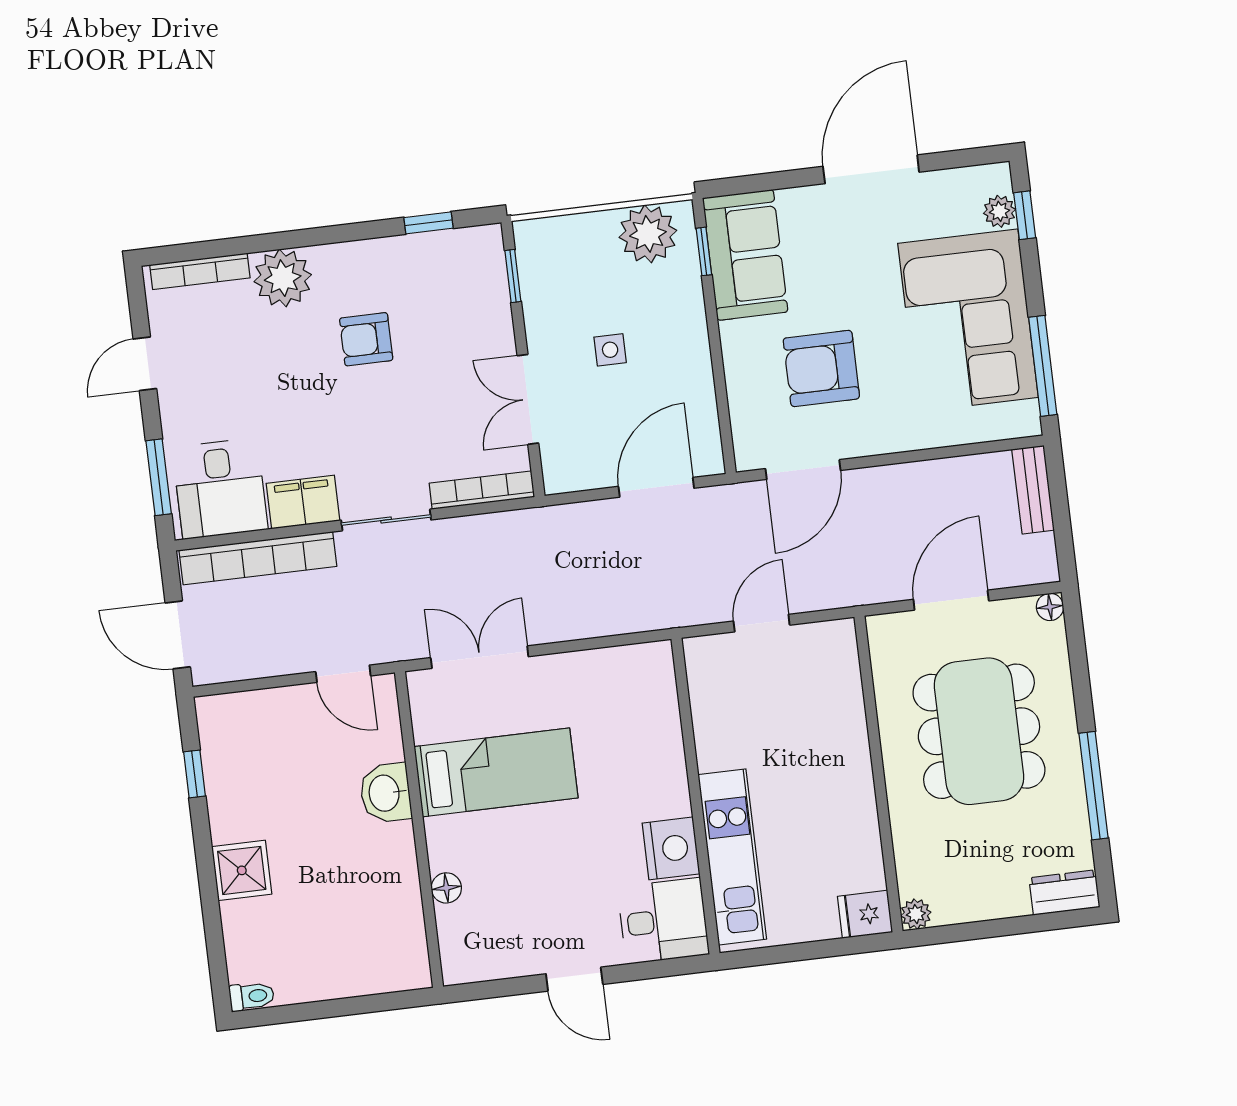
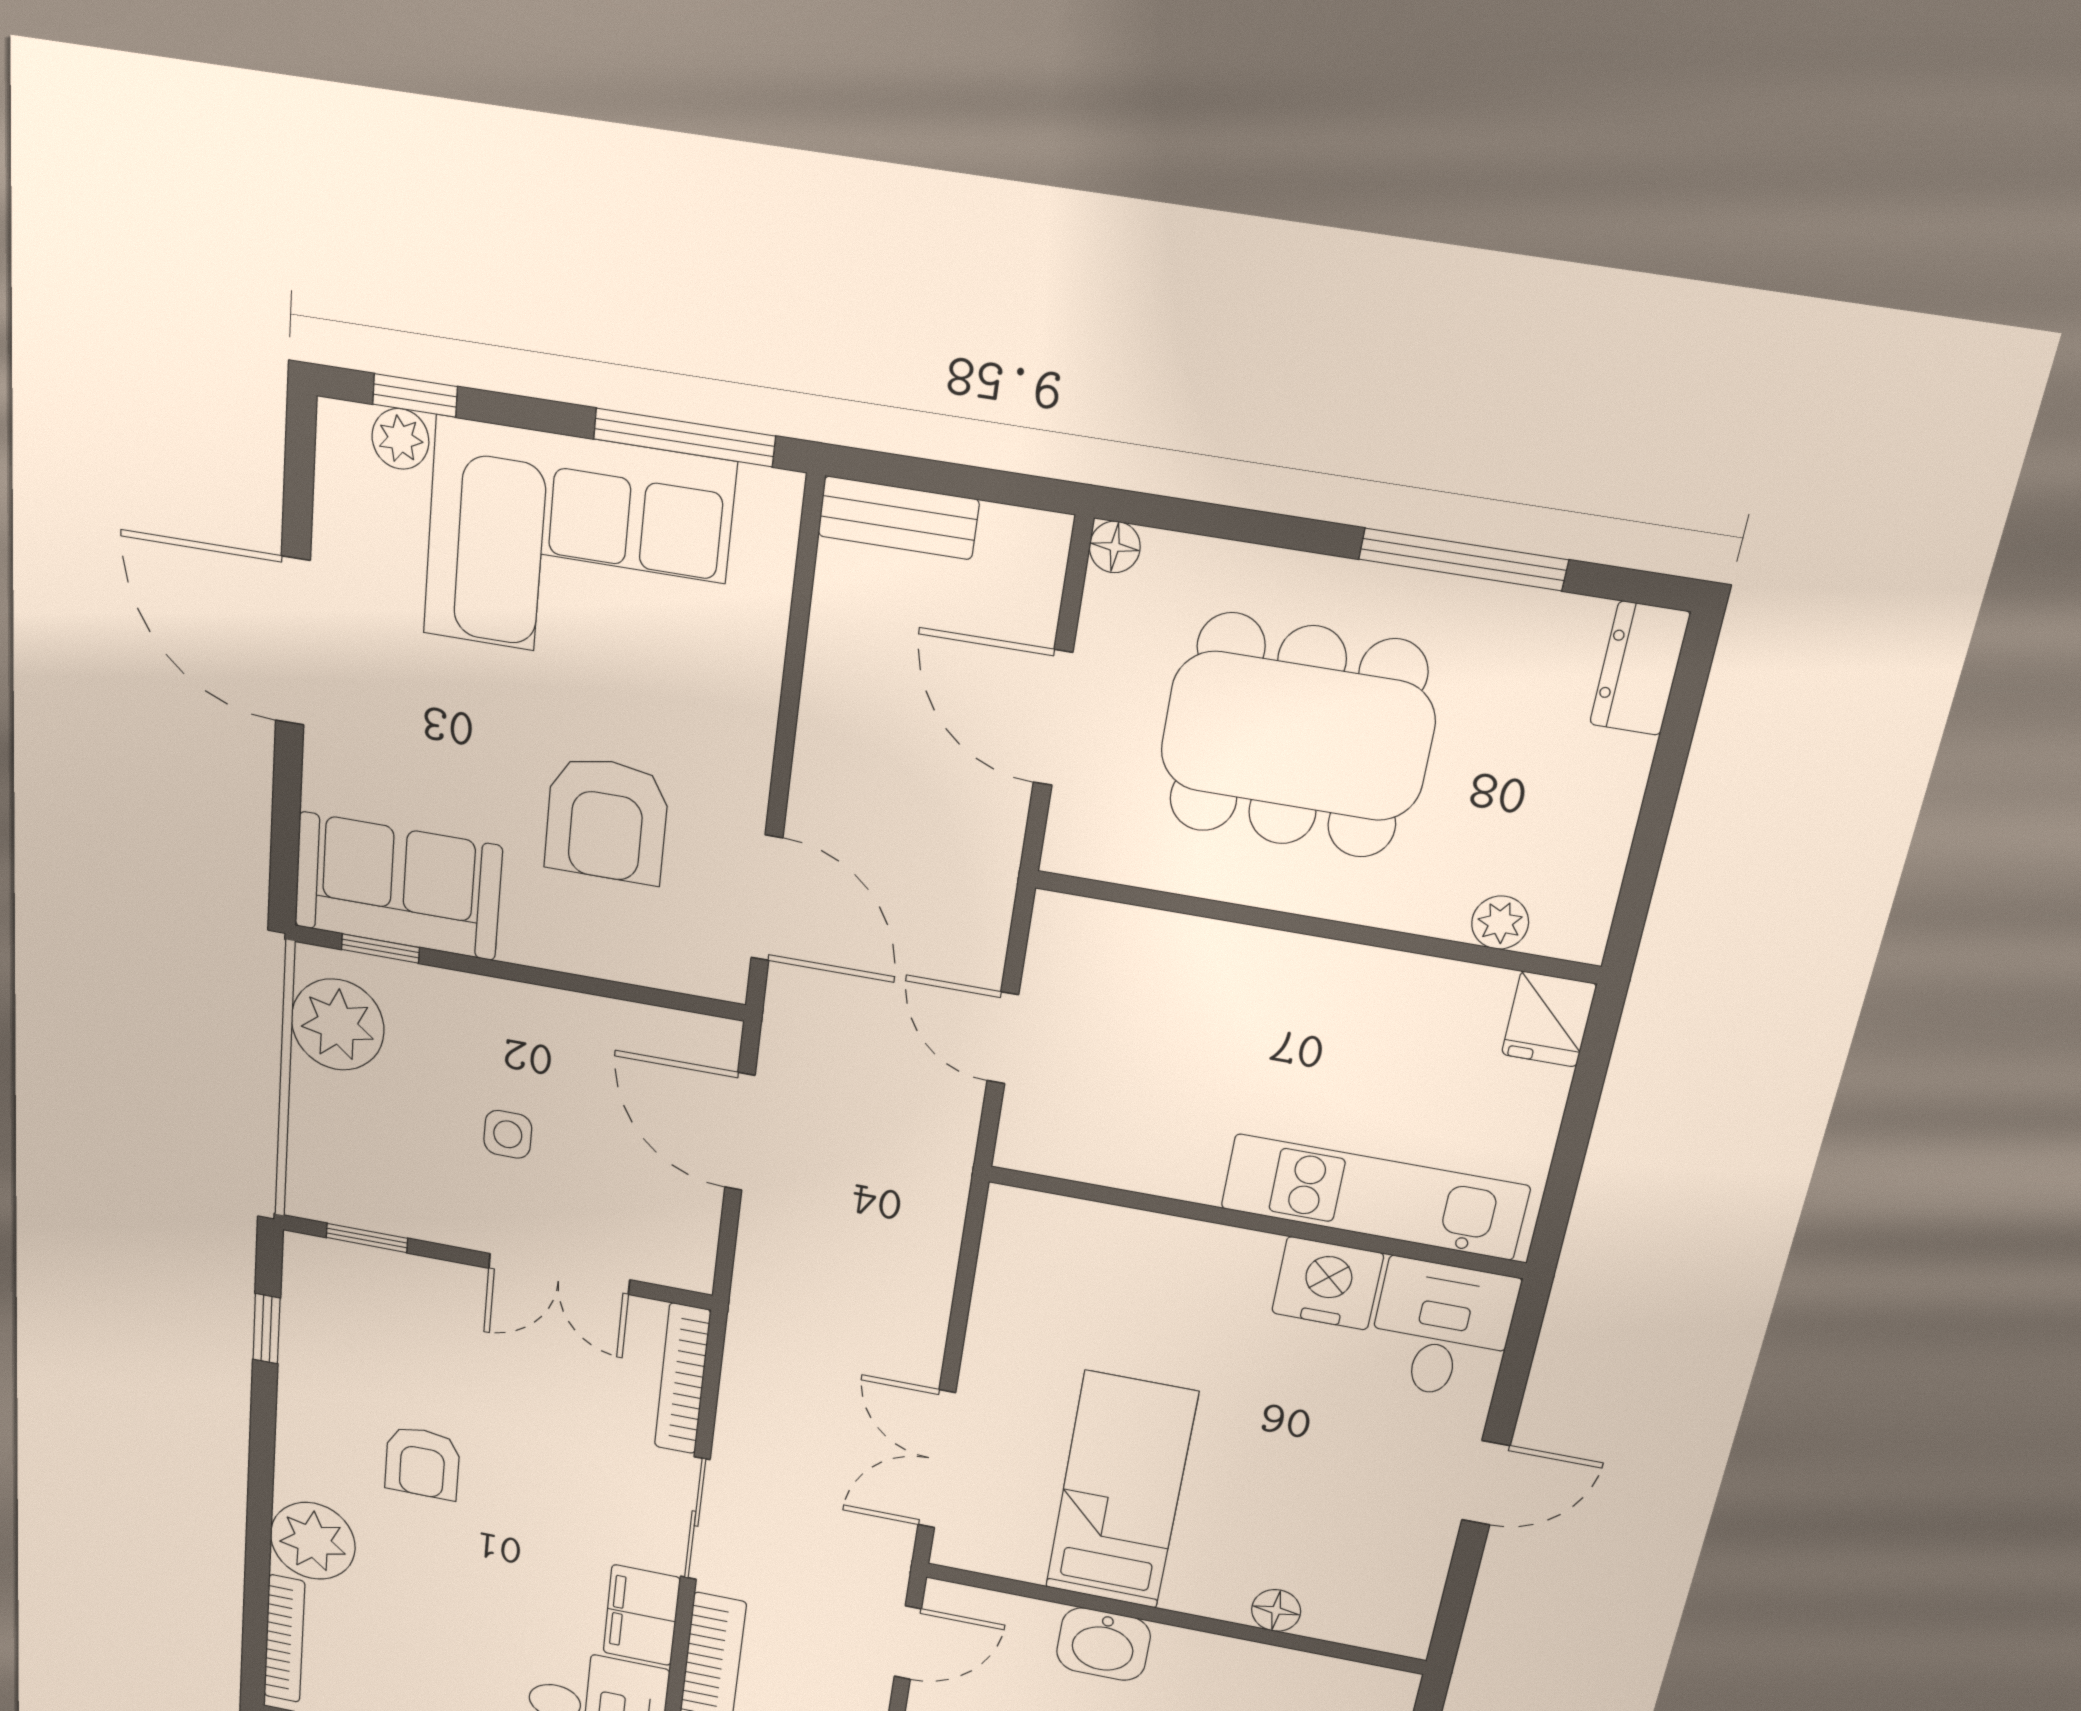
plant: (916, 914) -> (1500, 923), moved

